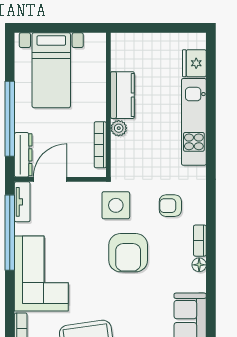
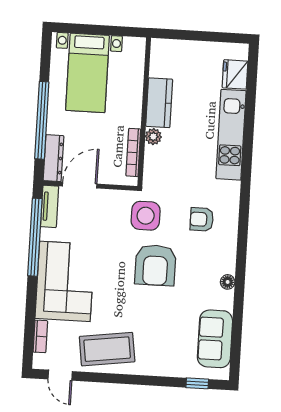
bookcase: (200, 241) -> (230, 257), removed

